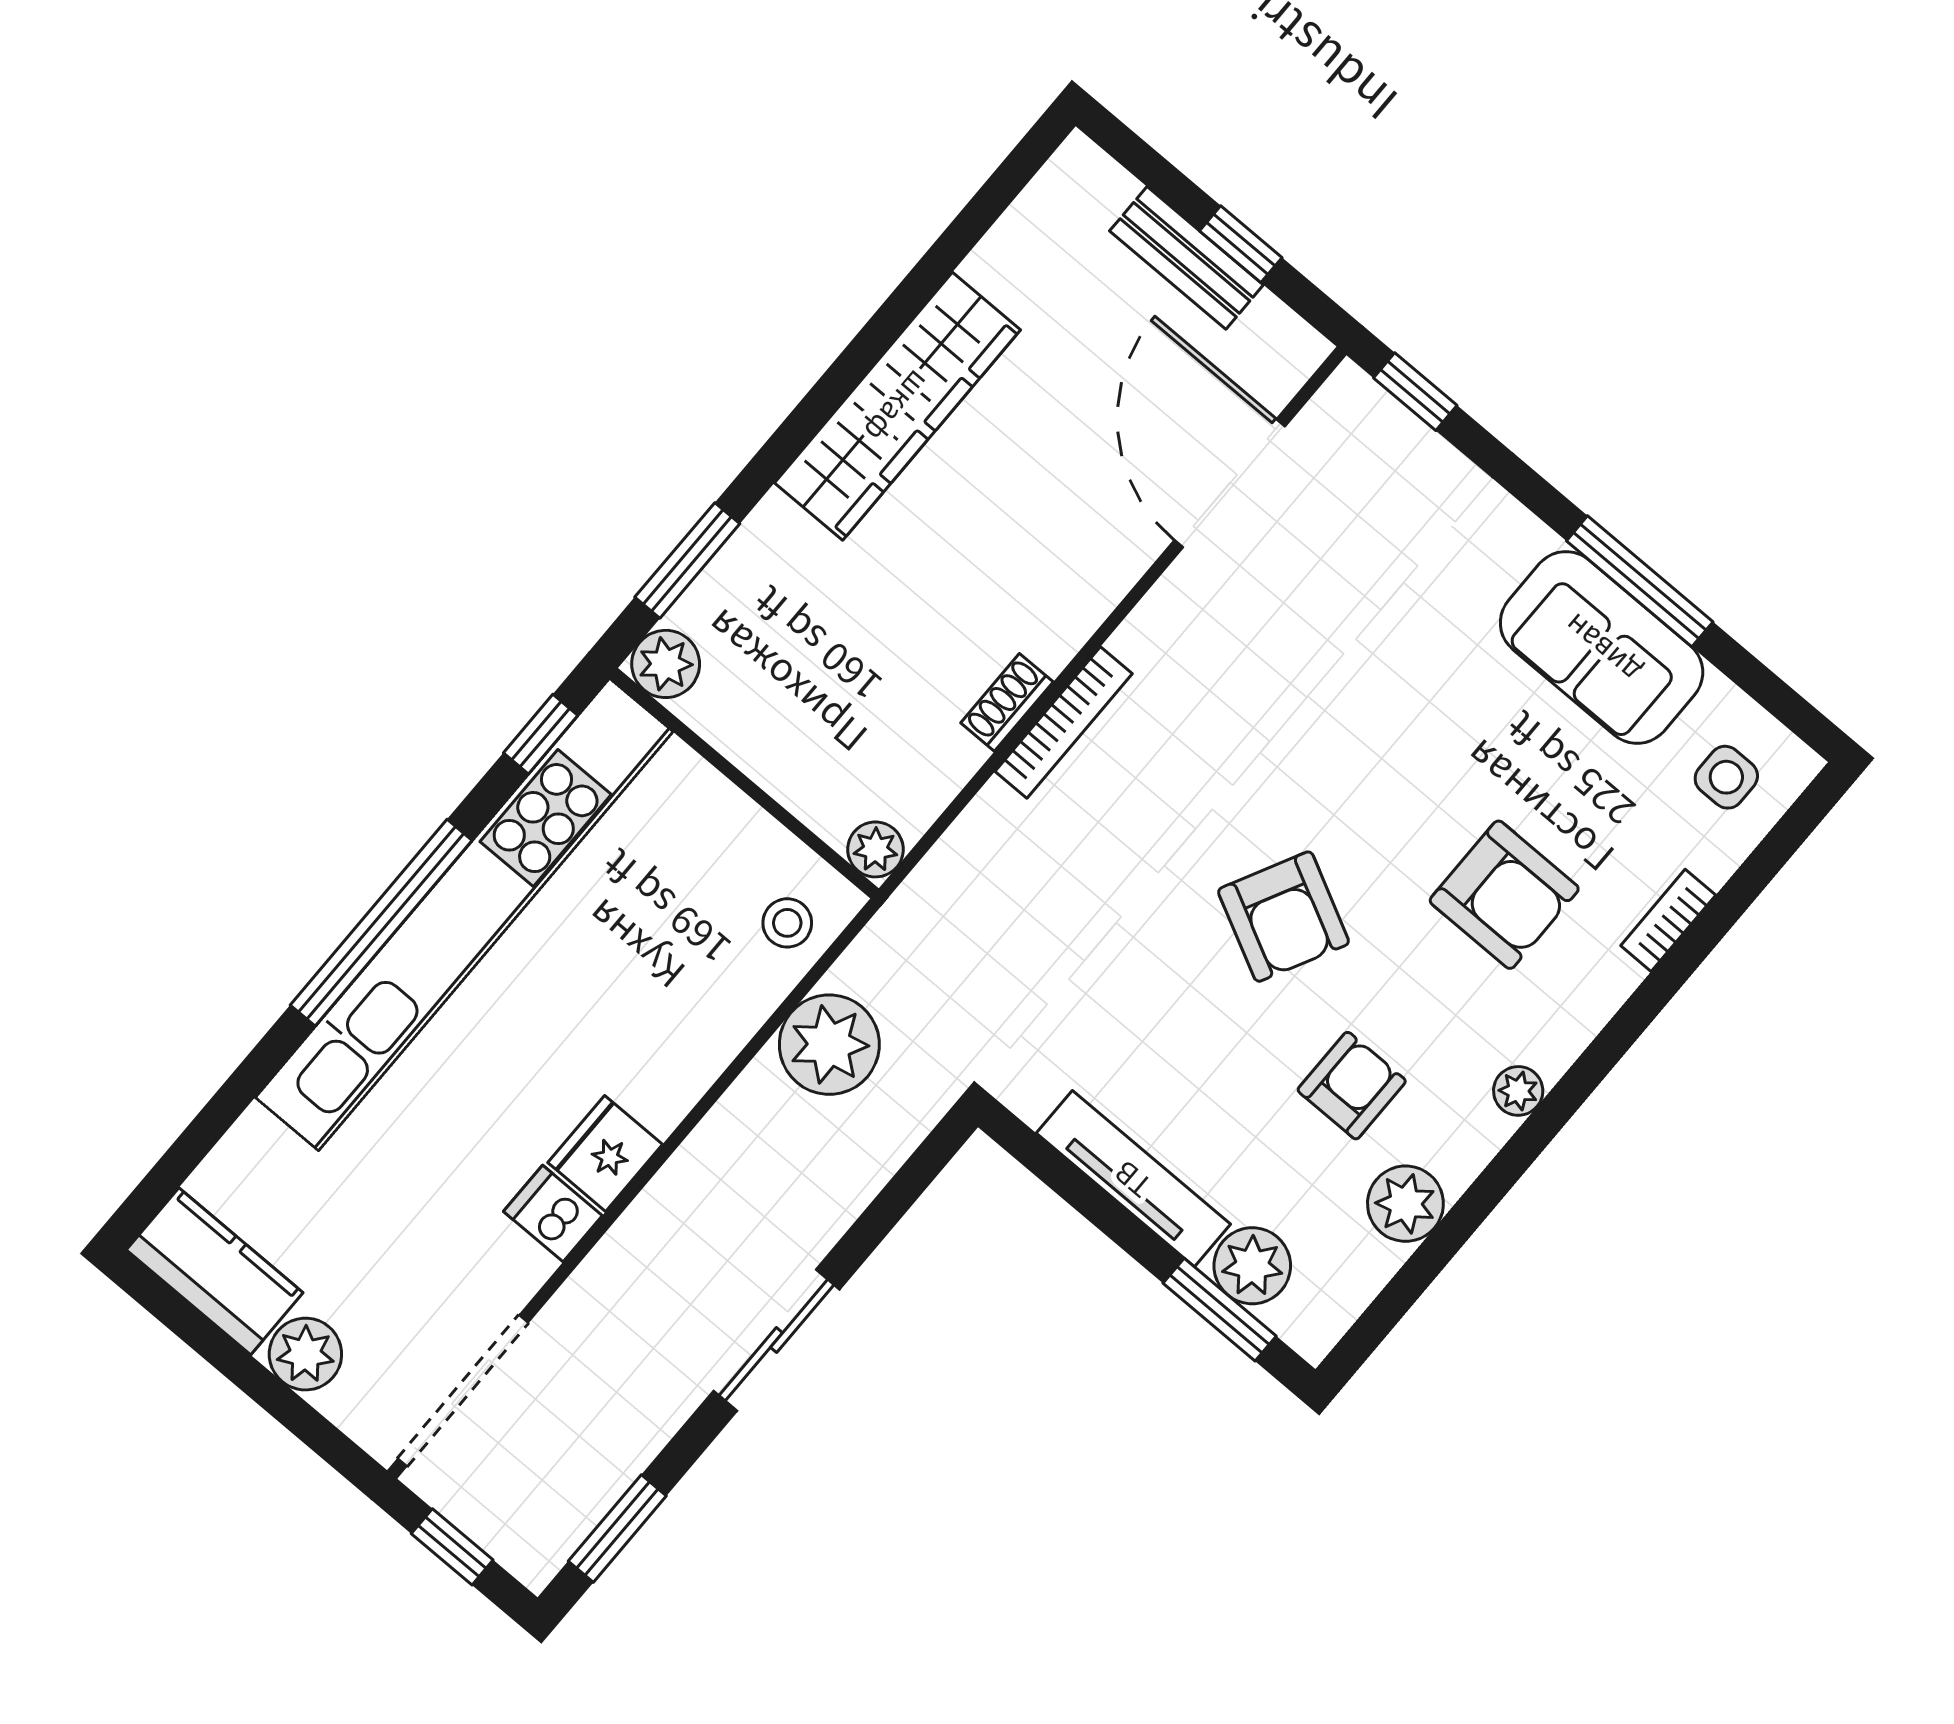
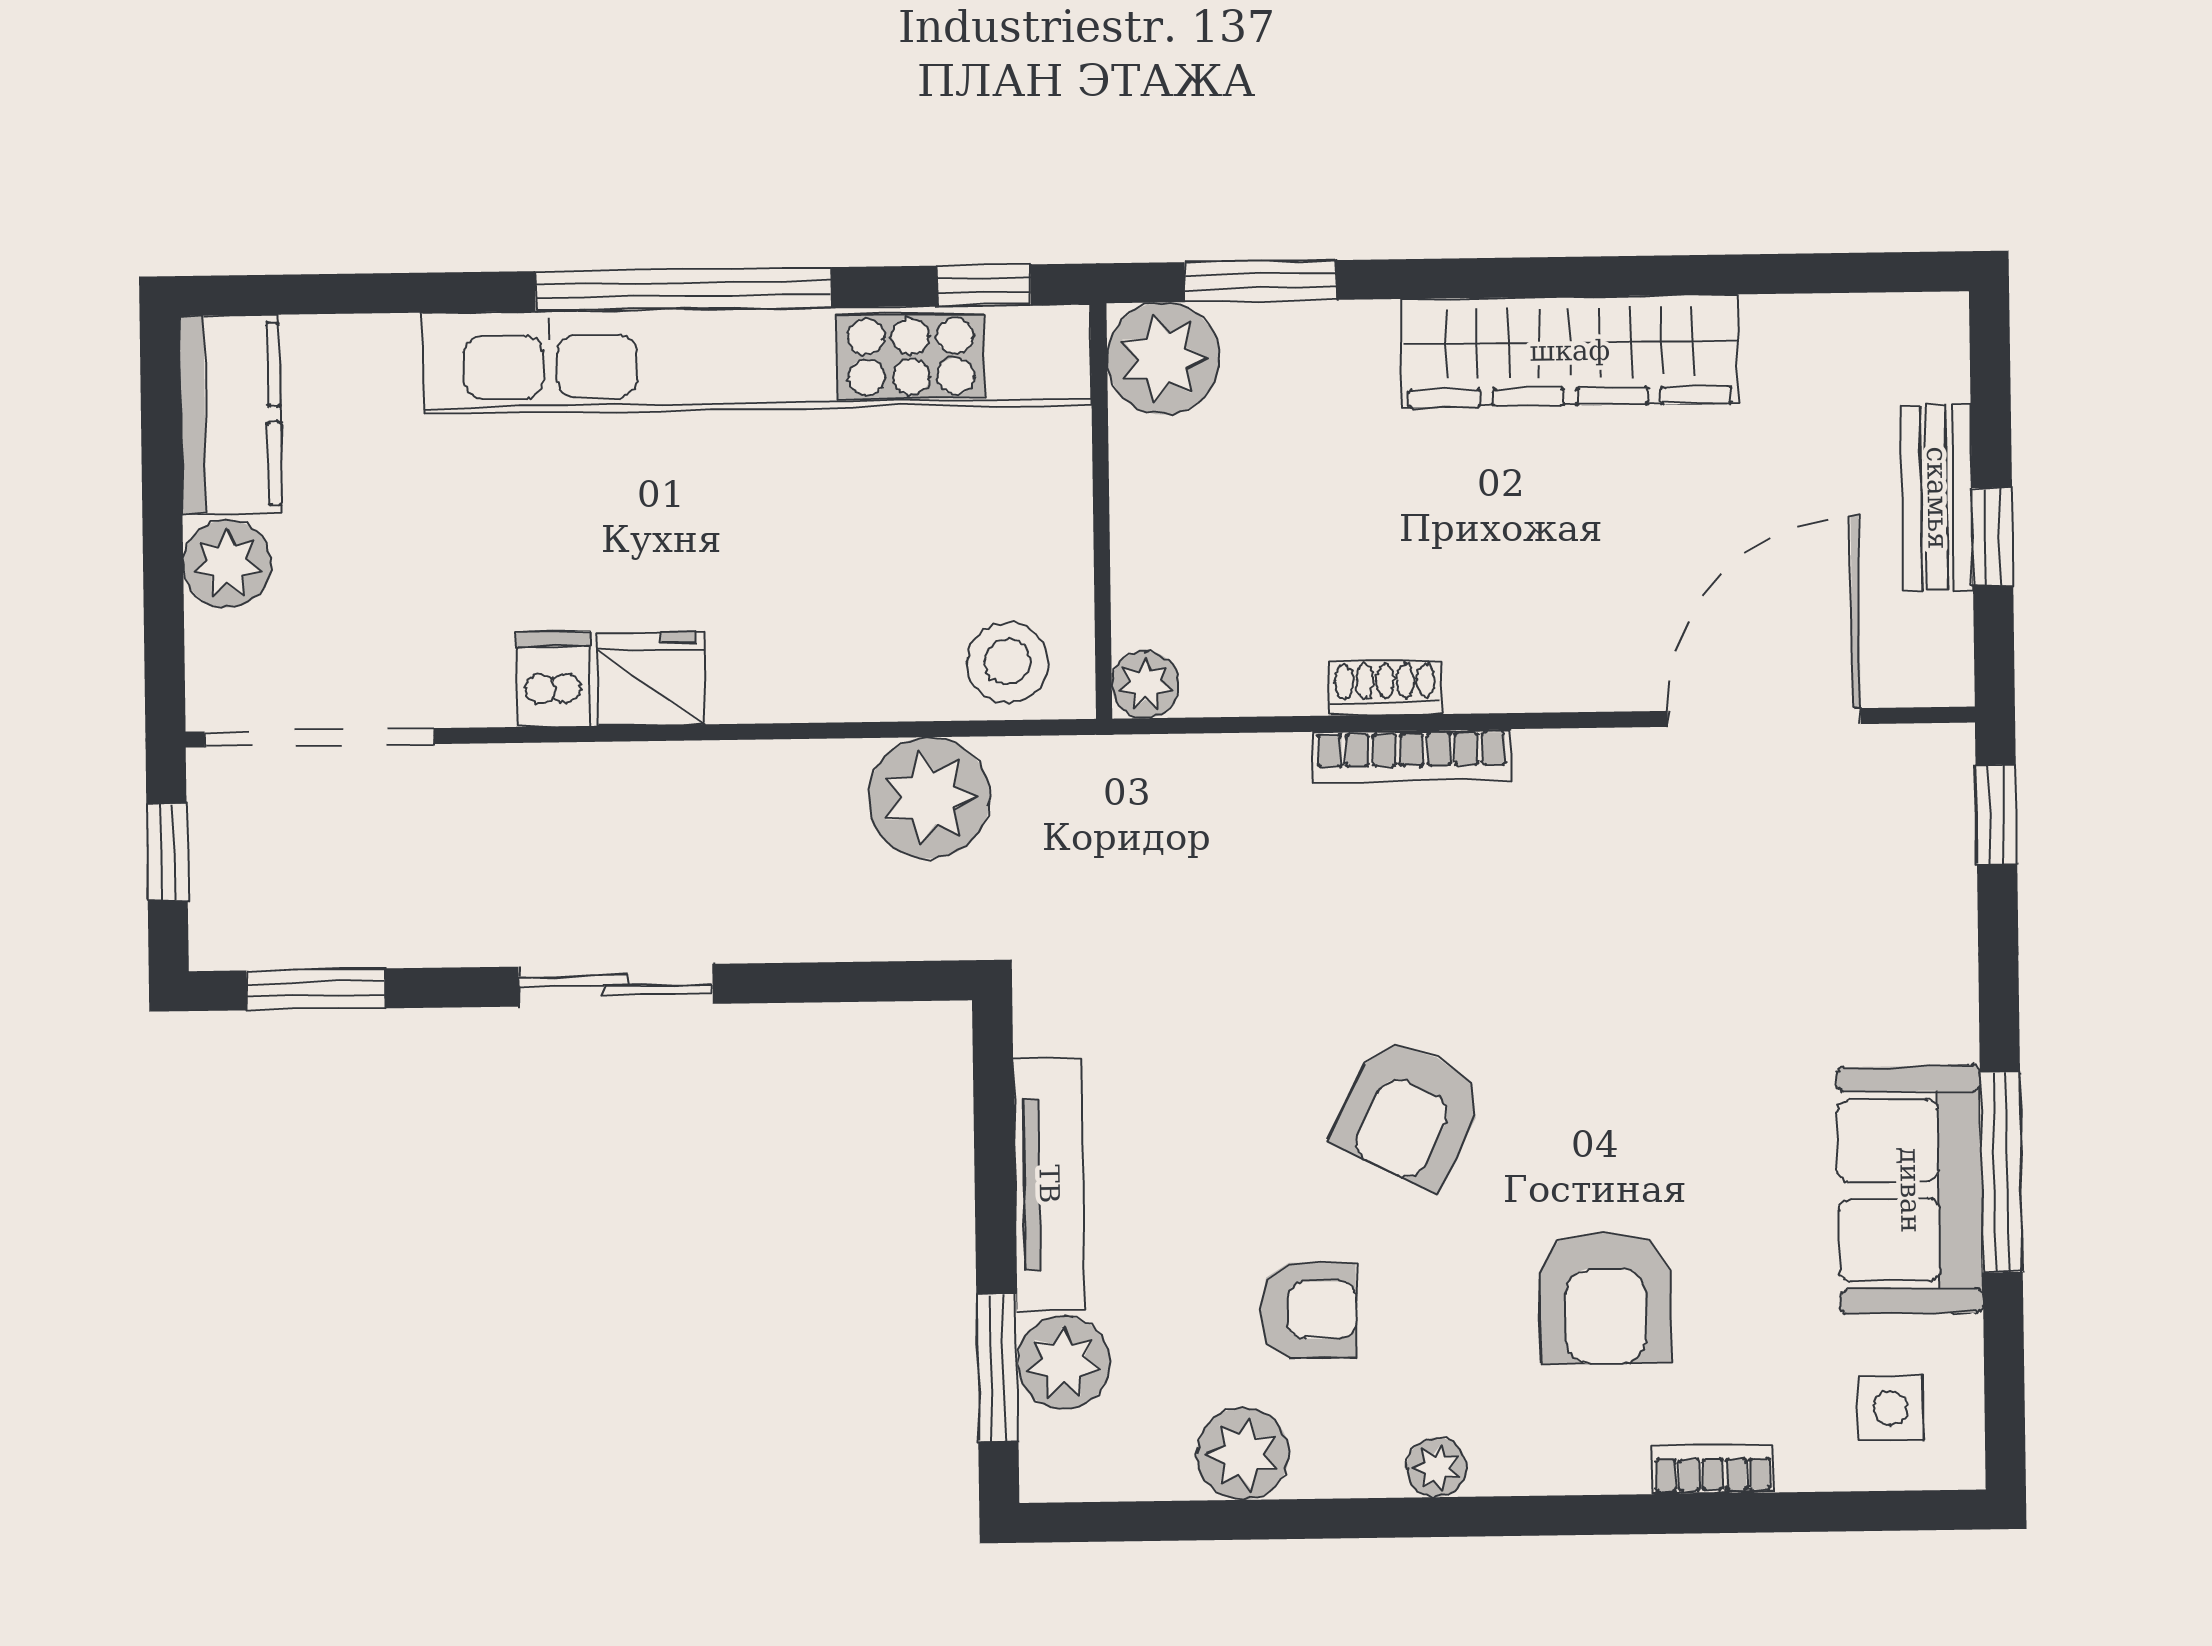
plant: (666, 664) -> (1163, 359), width x1.36, depth x1.36
stool: (787, 923) -> (1007, 662), width x1.37, depth x1.37

